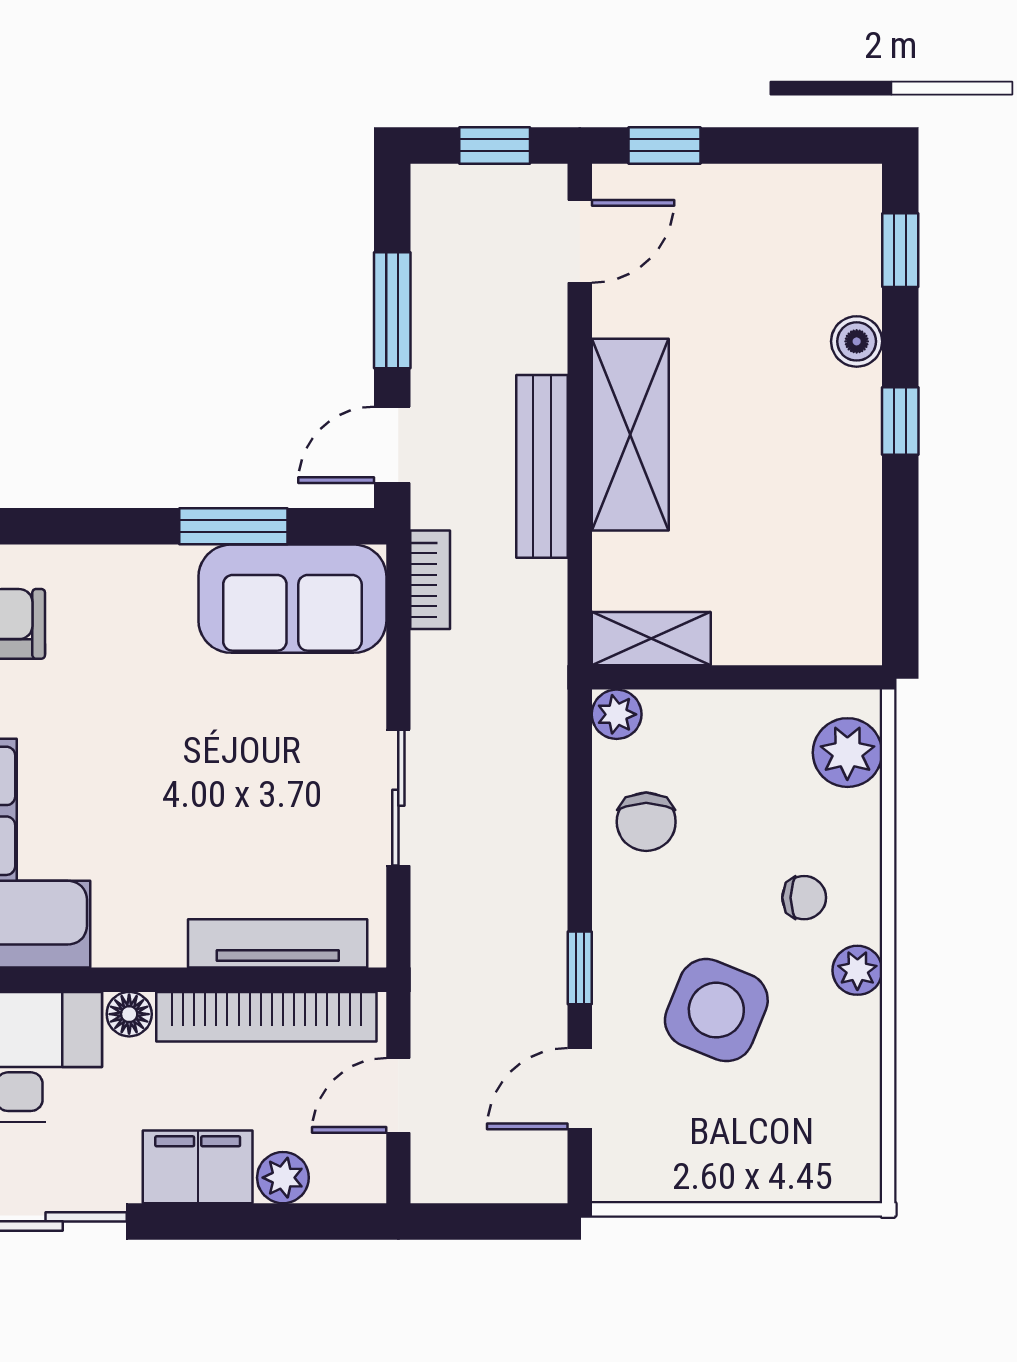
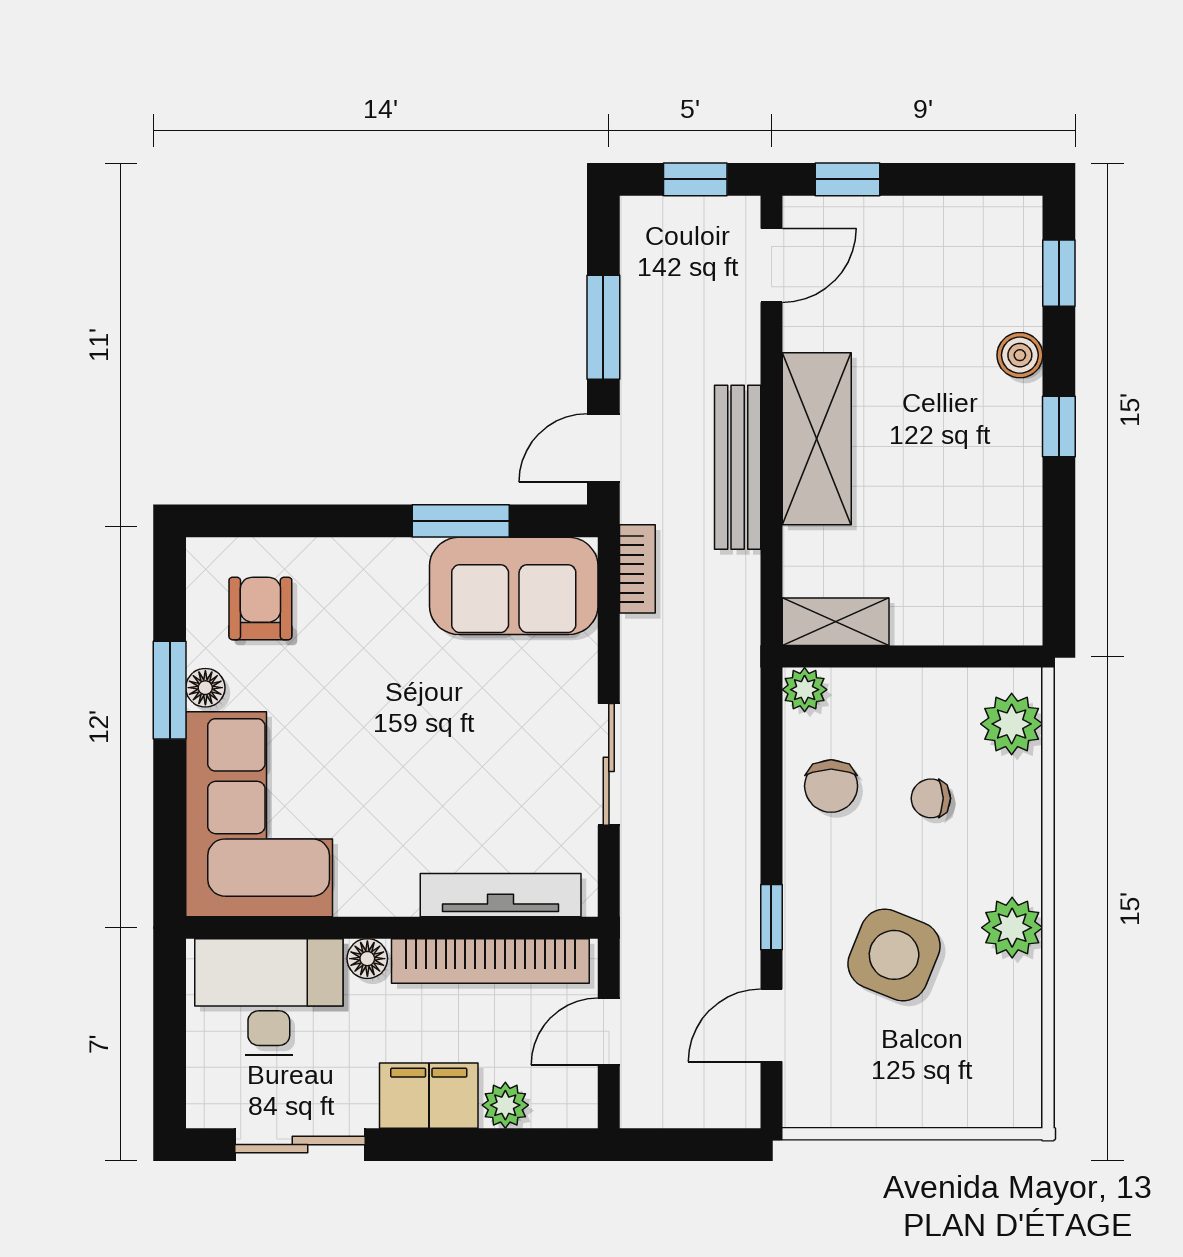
chair: (804, 898) -> (931, 798), moved, turned 180
plant: (857, 970) -> (1012, 928), width x1.38, depth x1.38

